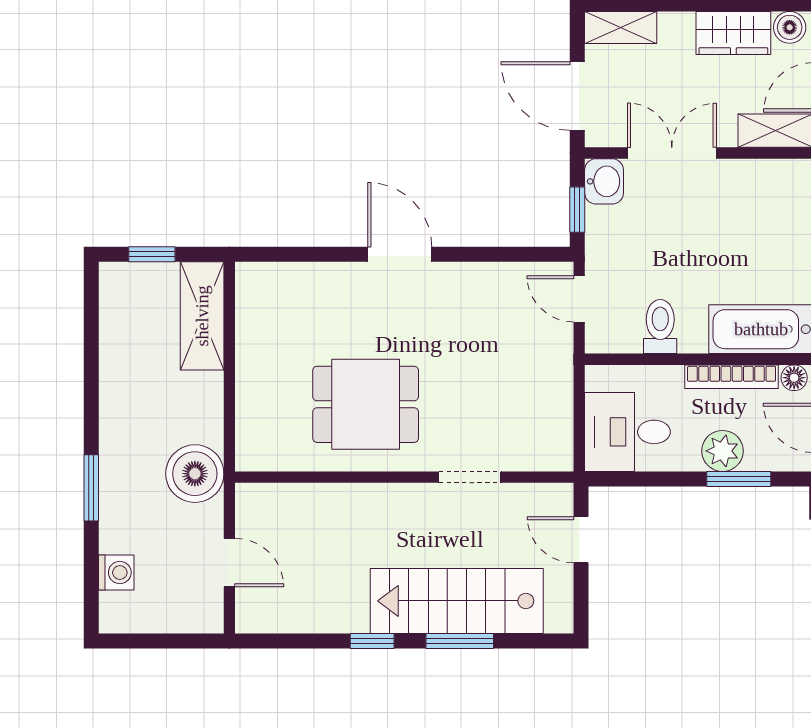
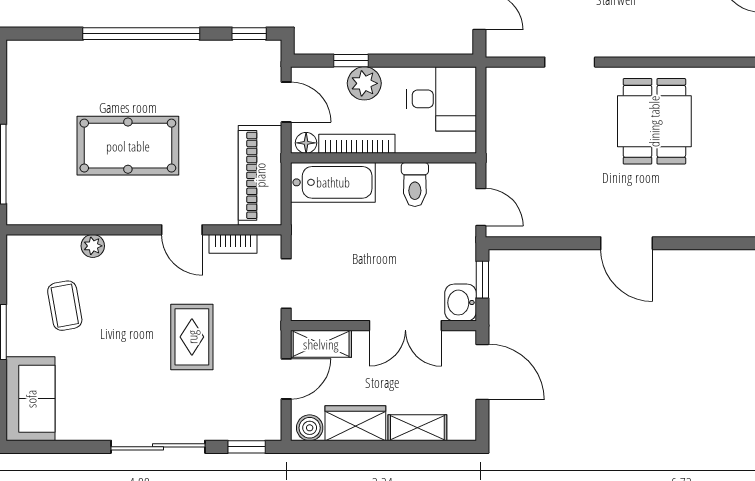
shelving: (621, 27) -> (417, 428), moved
dining table: (366, 404) -> (654, 121), turned 90
window: (739, 479) -> (351, 61), width x0.67

